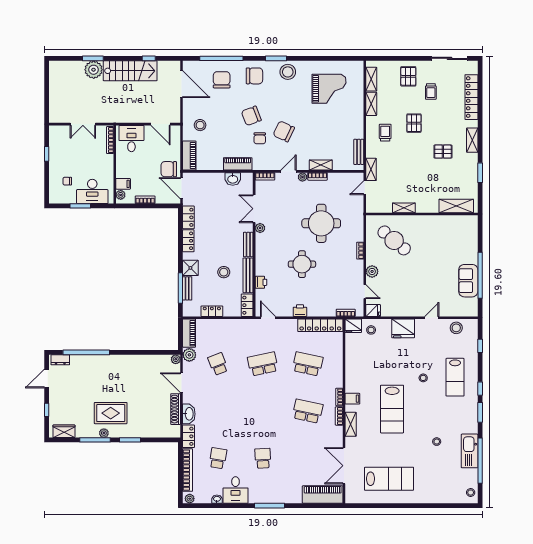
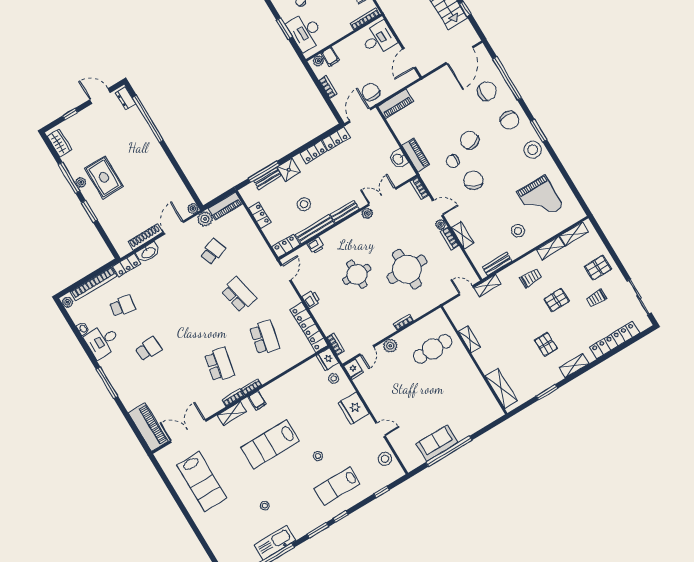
stool: (200, 125) -> (518, 231), moved
cafe table: (394, 240) -> (433, 349), turned 50

